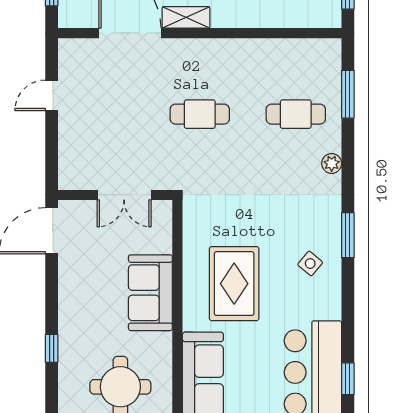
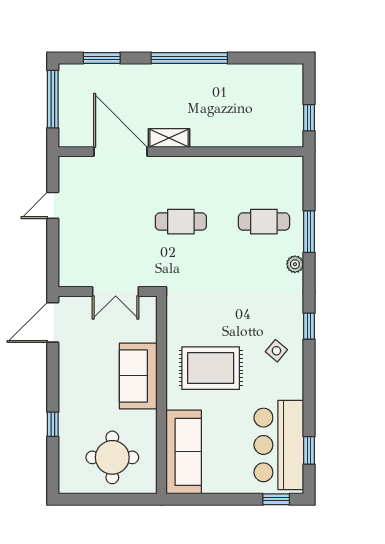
window: (348, 94) -> (309, 232), moved
window: (348, 235) -> (309, 326), width x0.67
rug: (234, 284) -> (211, 368), turned 90

